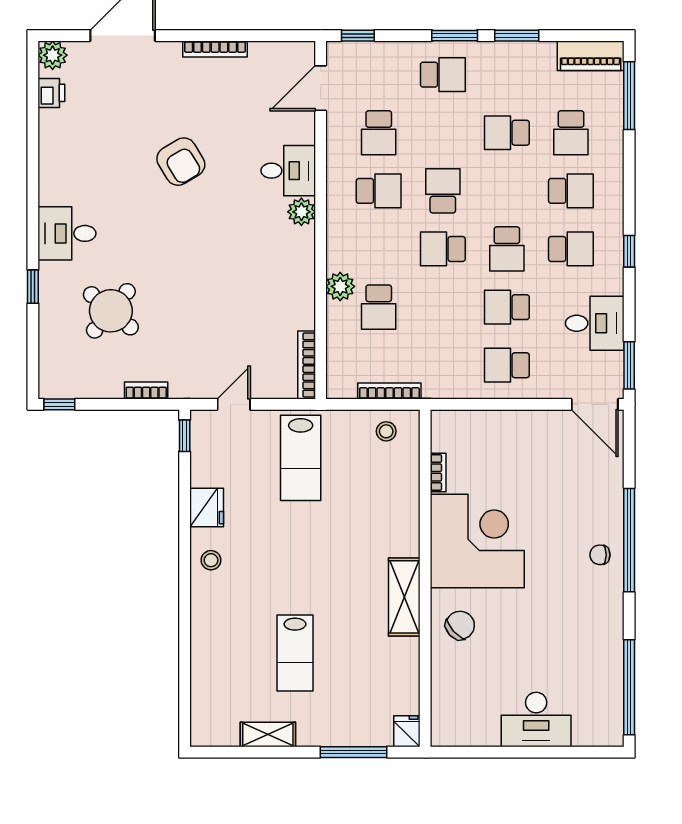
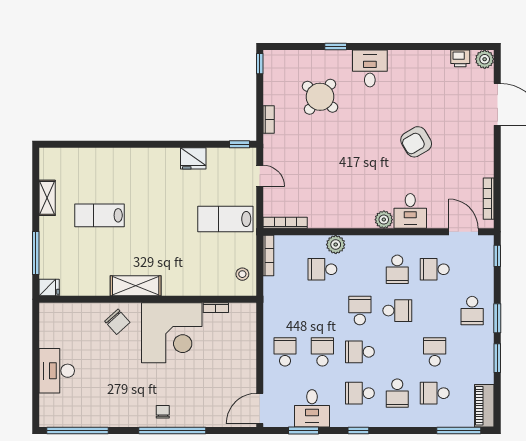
bookcase: (215, 49) -> (489, 199), moved
school desk: (571, 249) -> (360, 393), turned 90
window: (629, 365) -> (304, 431), moved
bookcase: (389, 391) -> (268, 256), moved
stool: (211, 560) -> (159, 161), removed

